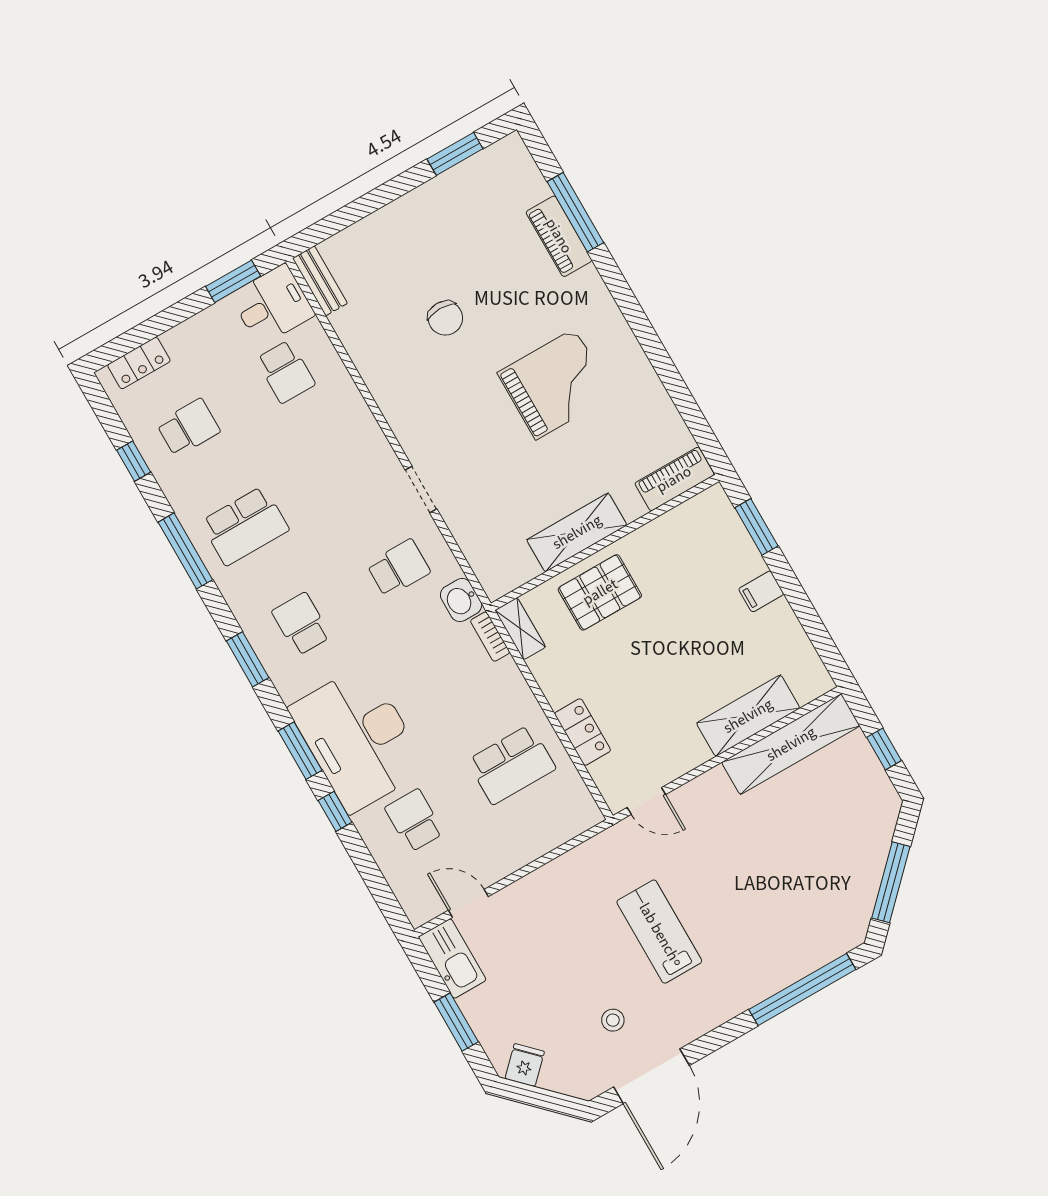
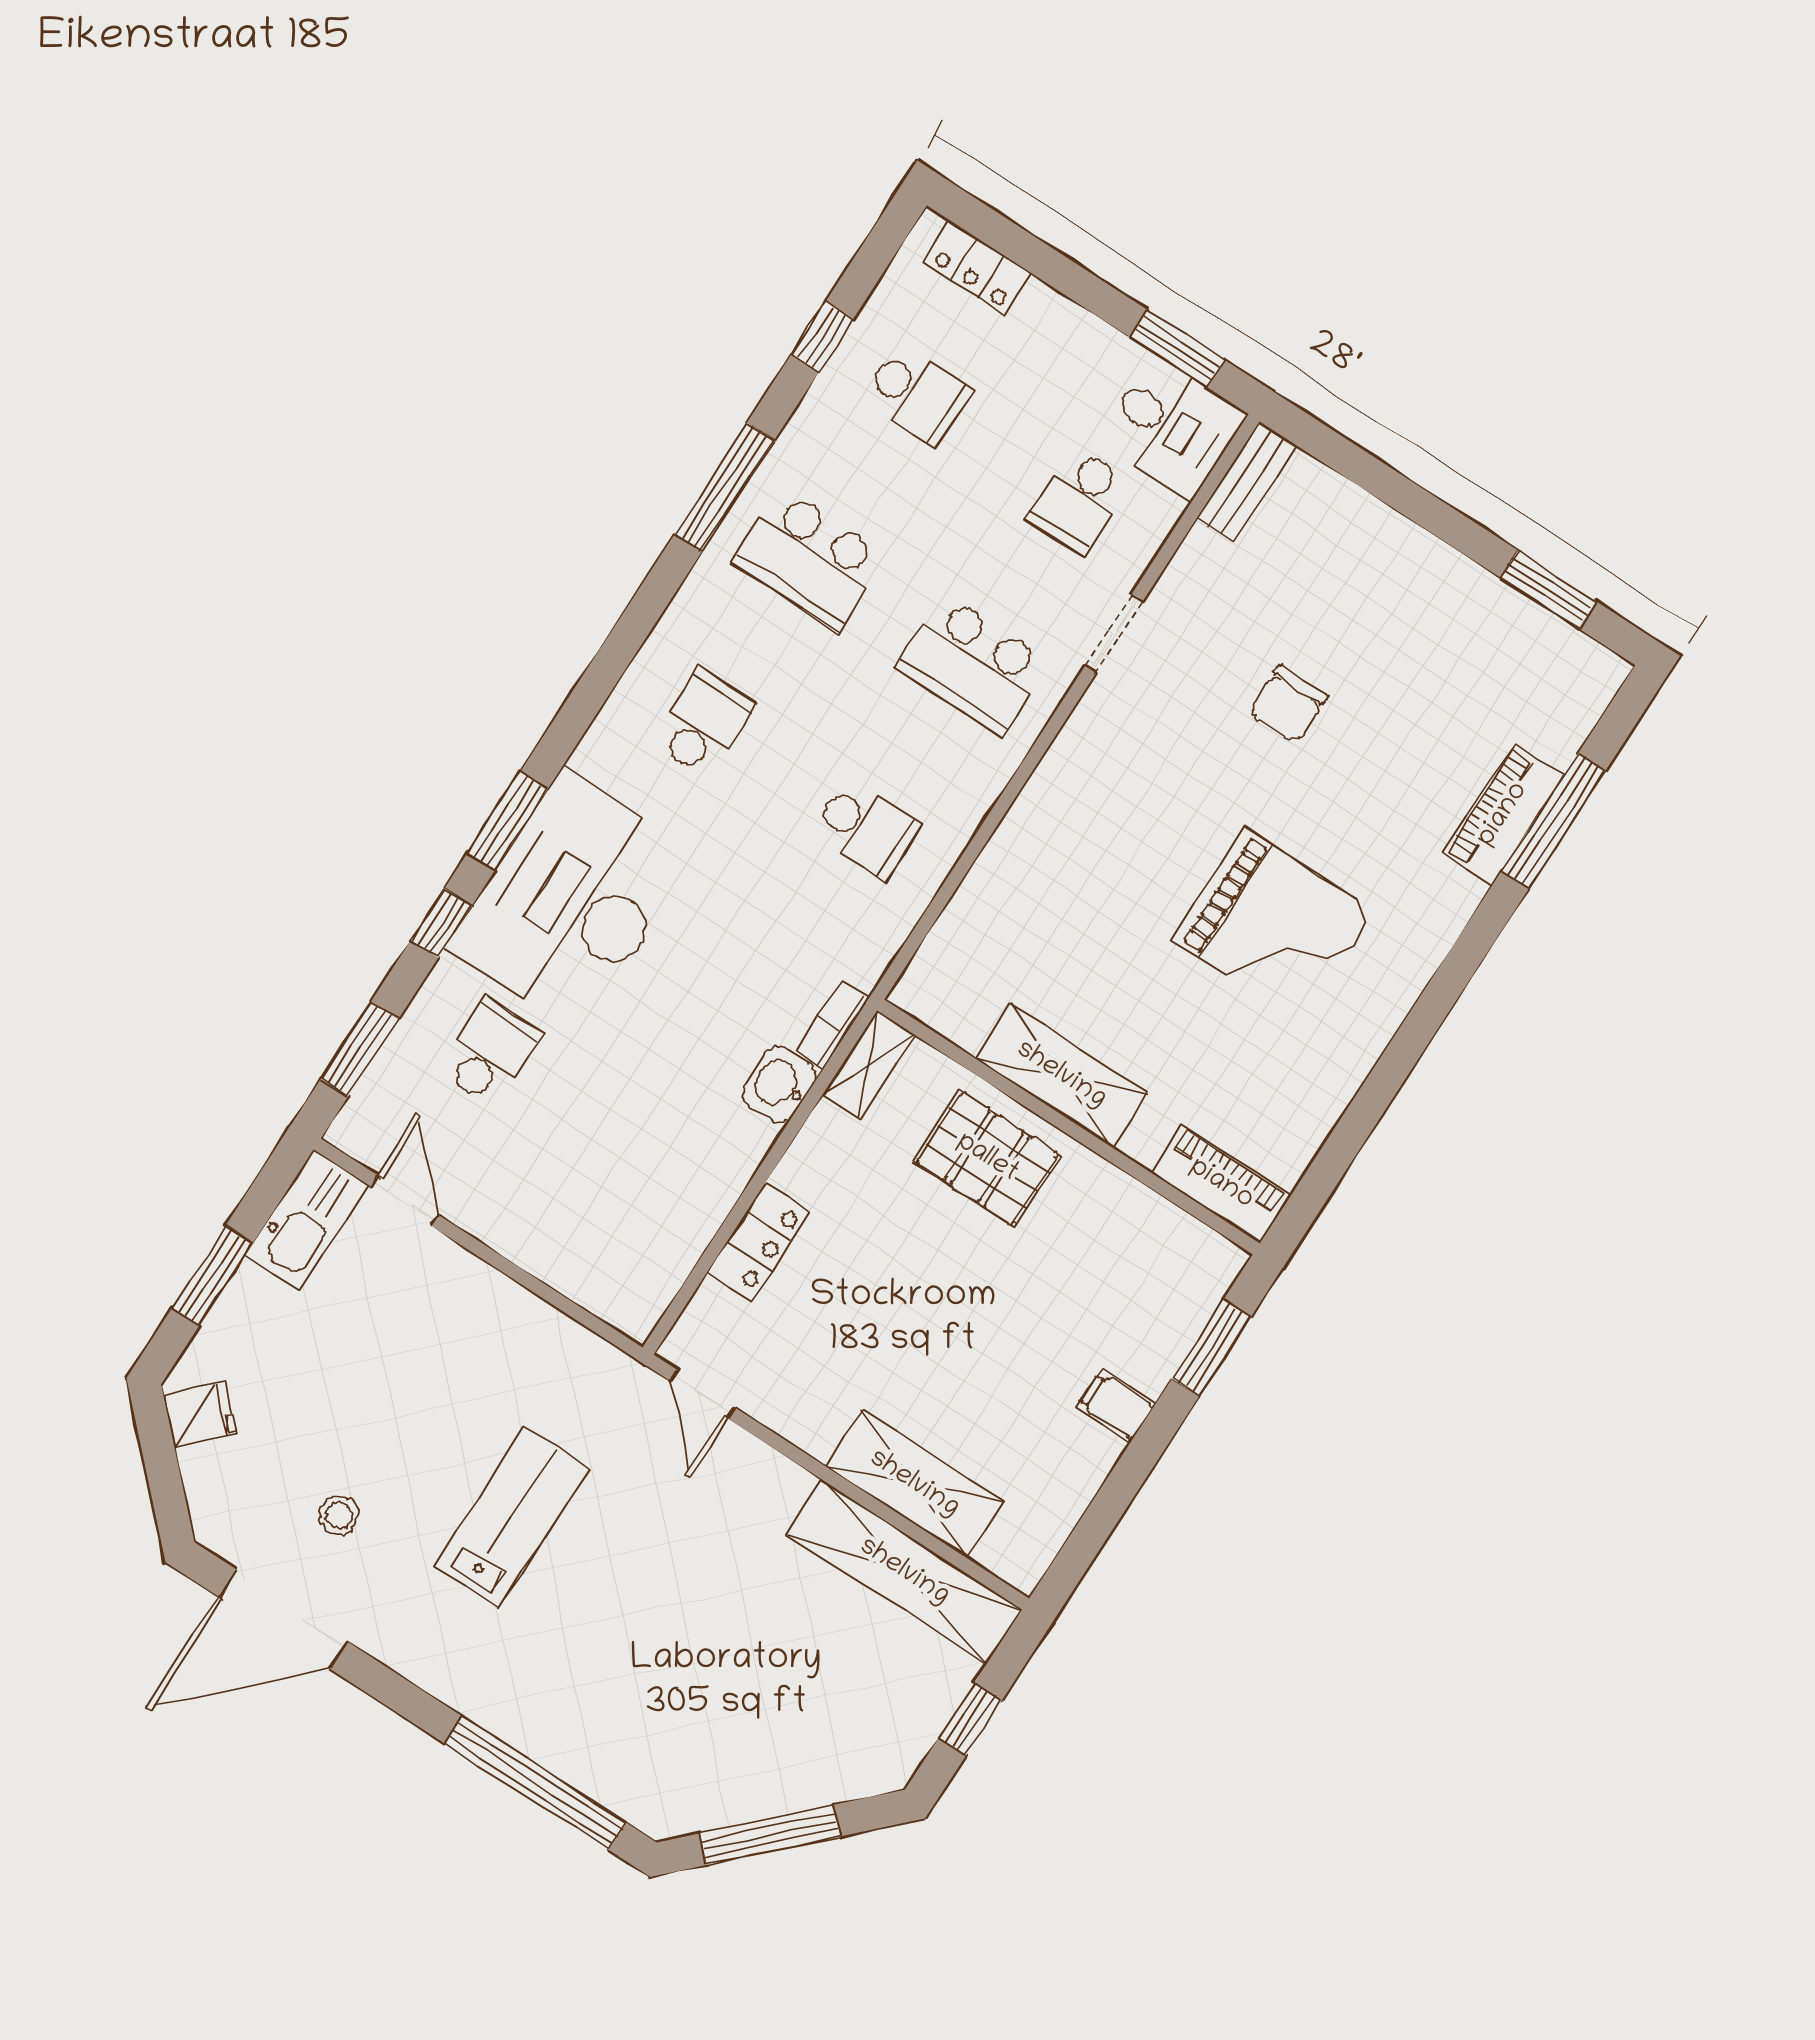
doorway: (421, 489) -> (1114, 634), moved
washbasin: (461, 600) -> (779, 1085), moved
window: (248, 659) -> (360, 1049), moved
school desk: (511, 765) -> (973, 665), moved

